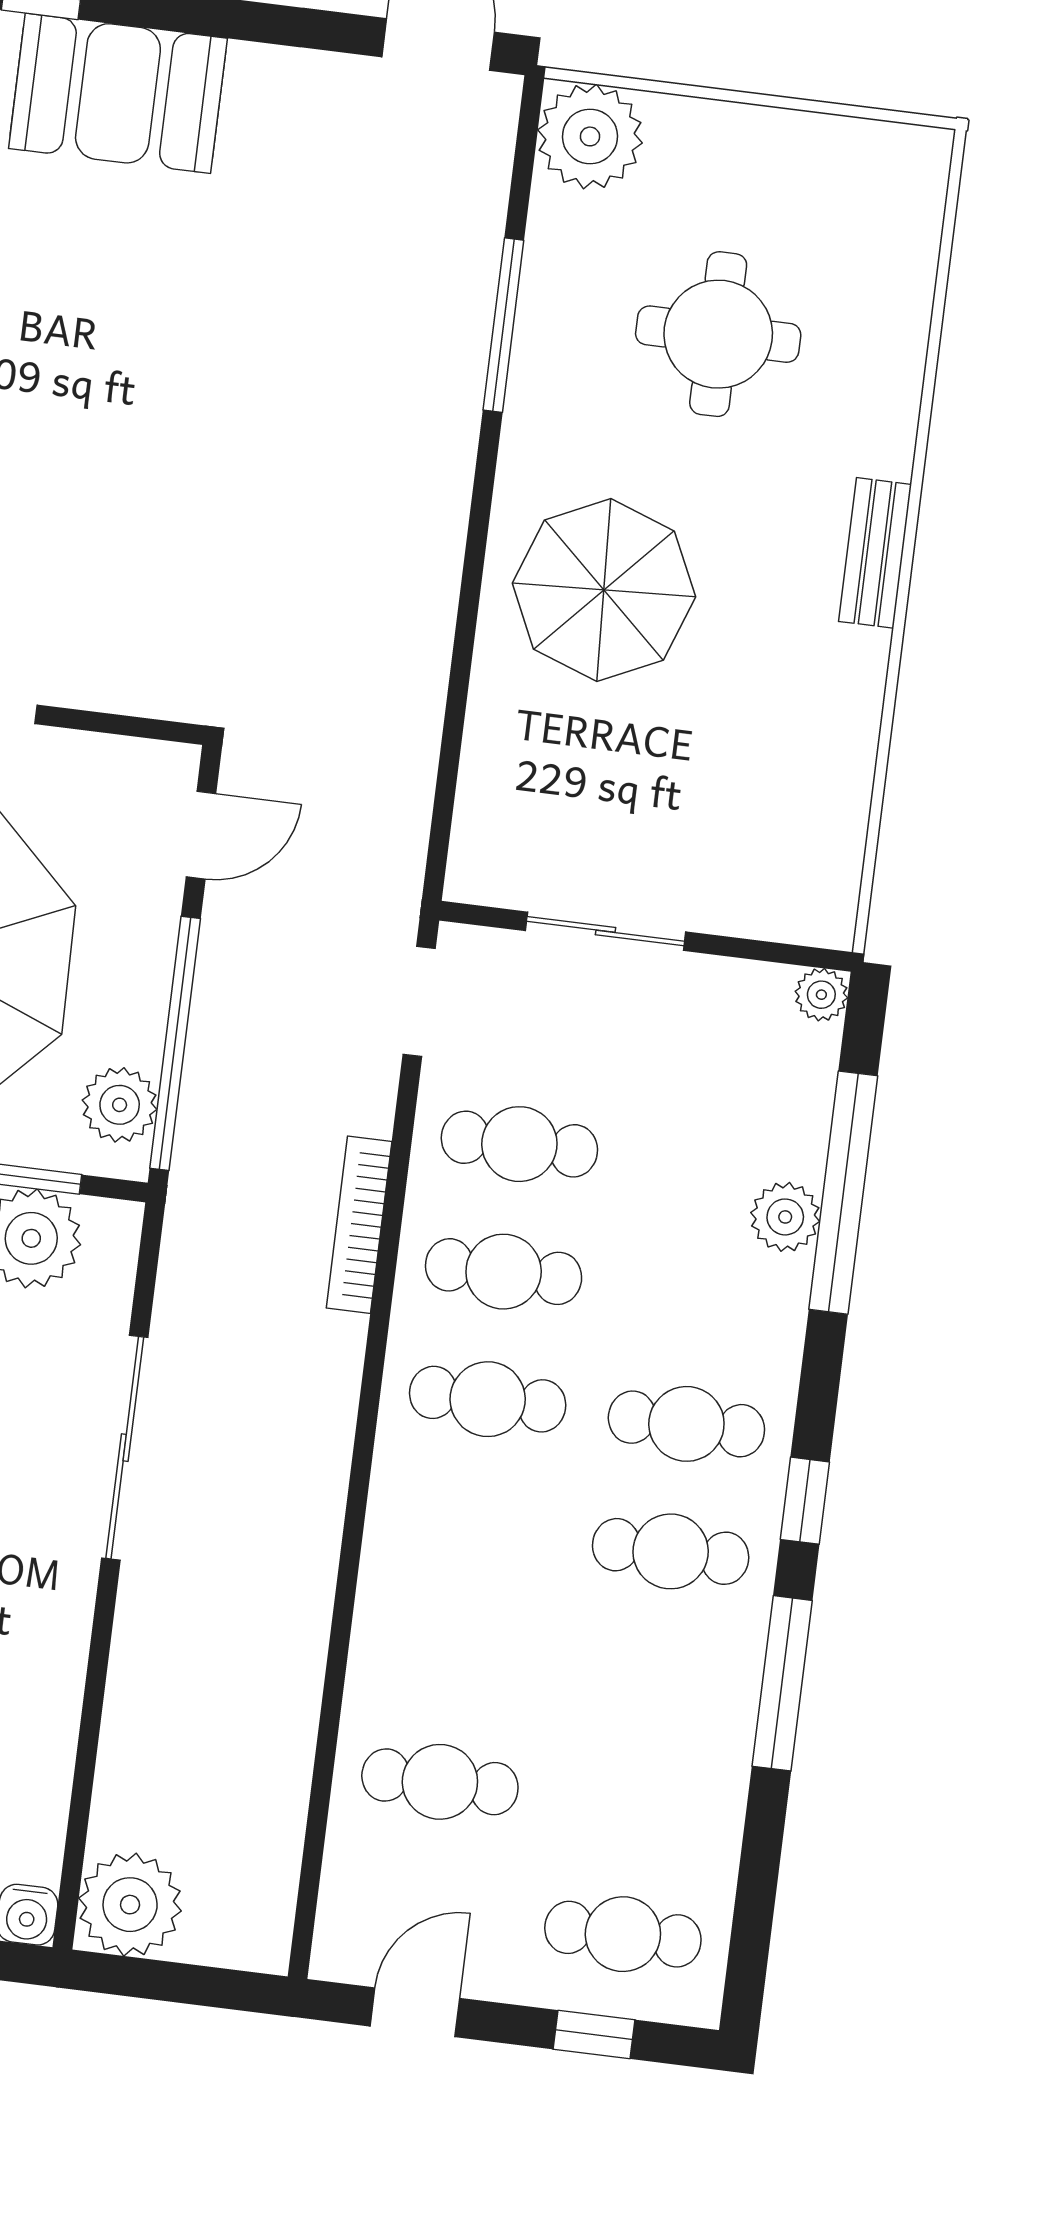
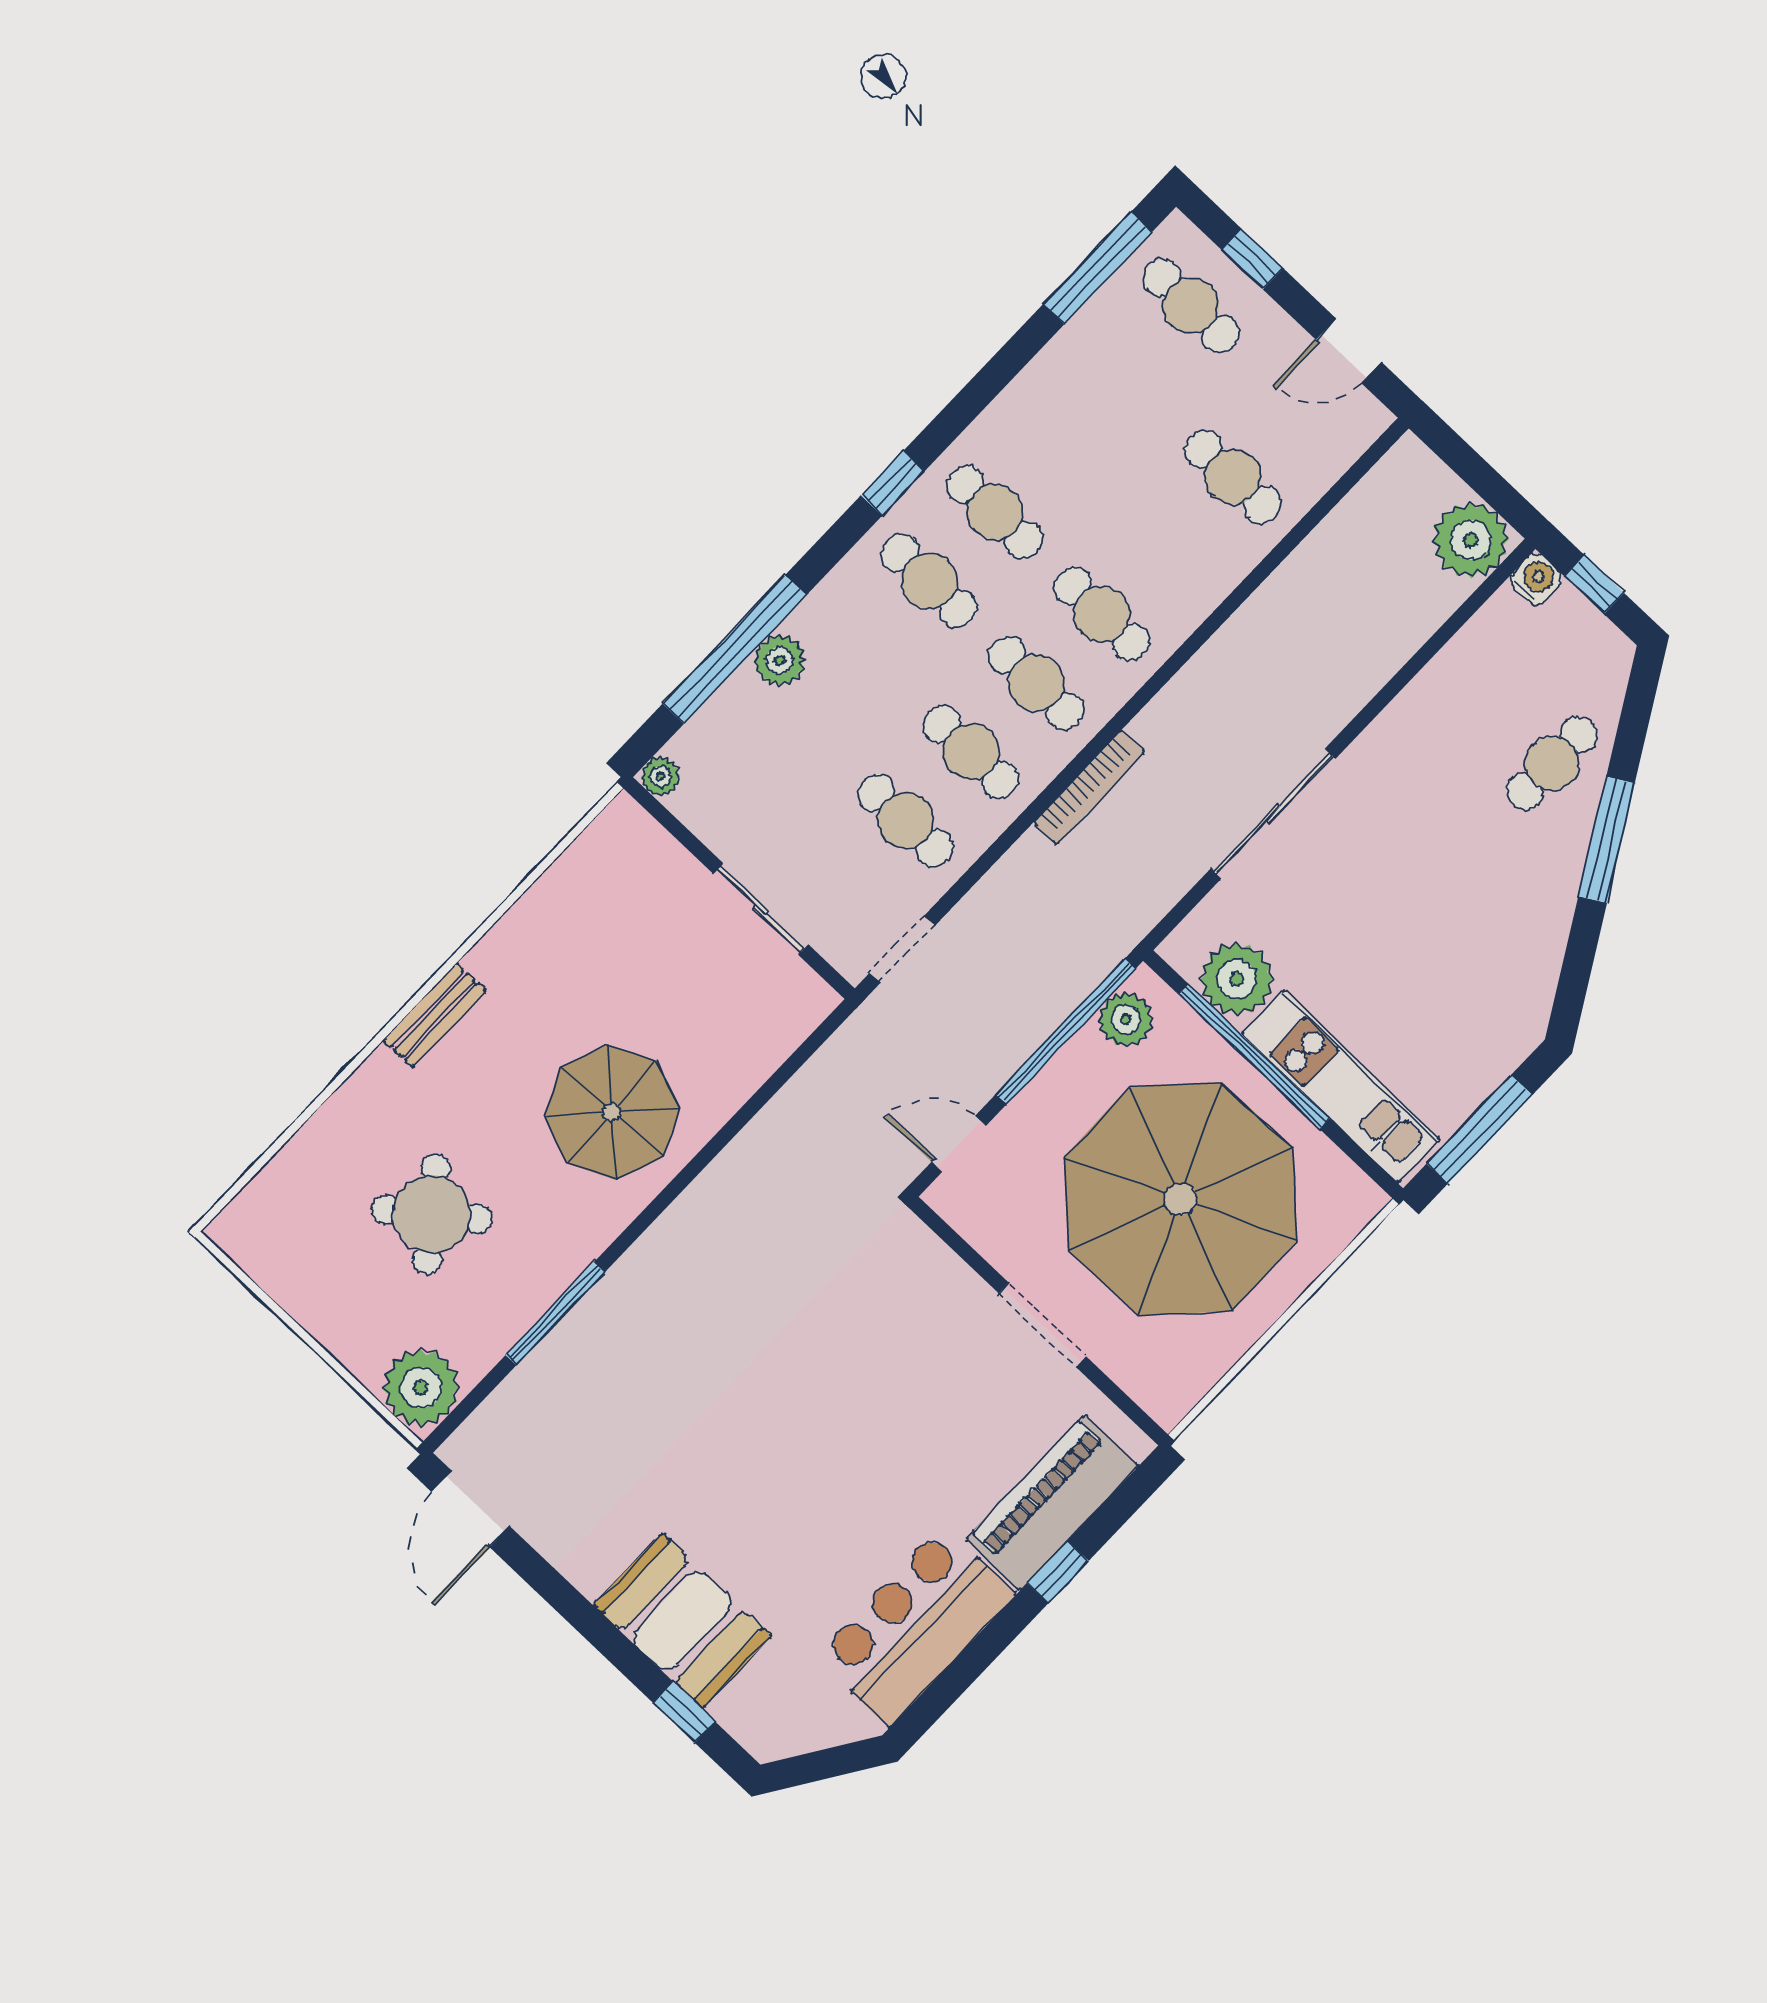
round table: (718, 334) -> (432, 1214), turned -38
bookcase: (359, 1225) -> (1089, 787), moved
cafe table: (472, 1527) -> (1102, 614), added
window: (782, 1683) -> (1098, 268), moved

